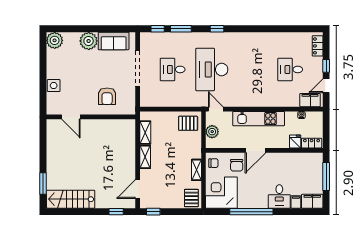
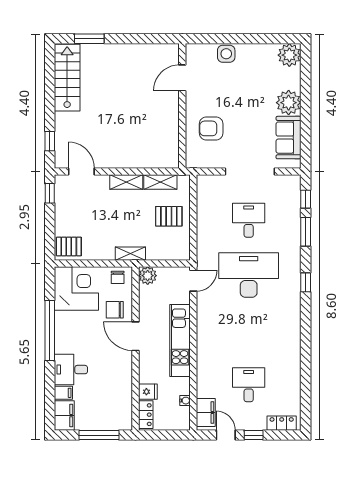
pallet: (188, 123) -> (169, 216), moved, turned 90
plant: (212, 132) -> (148, 276), moved
shelving: (196, 170) -> (130, 254), moved

